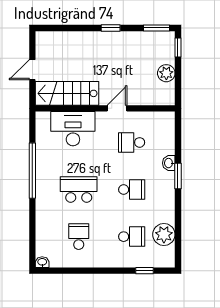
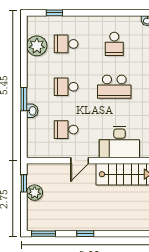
window: (178, 48) -> (24, 183), moved
school desk: (132, 142) -> (66, 130), turned 180

